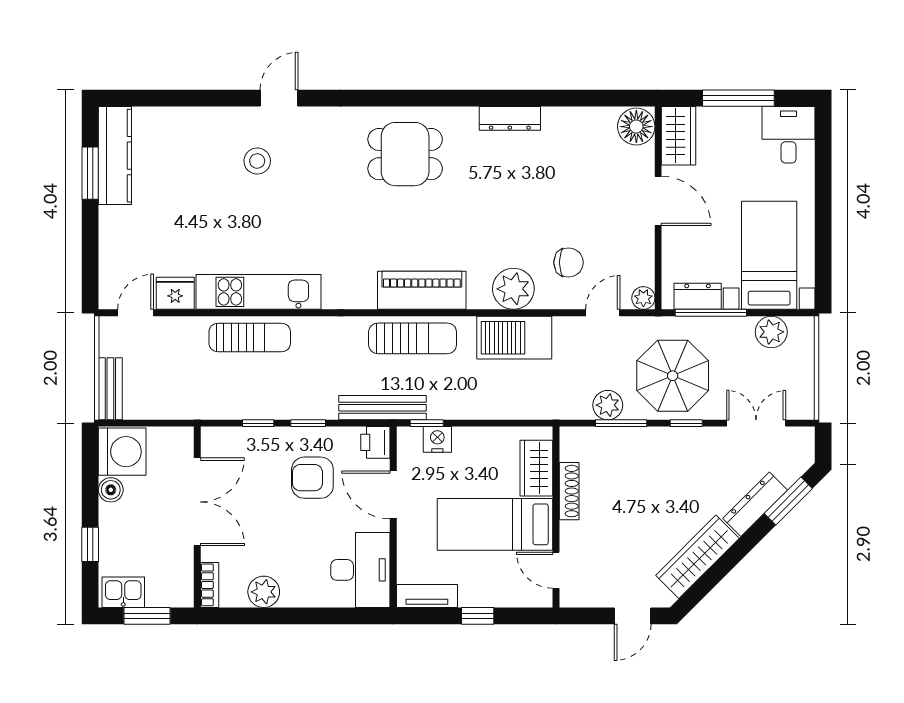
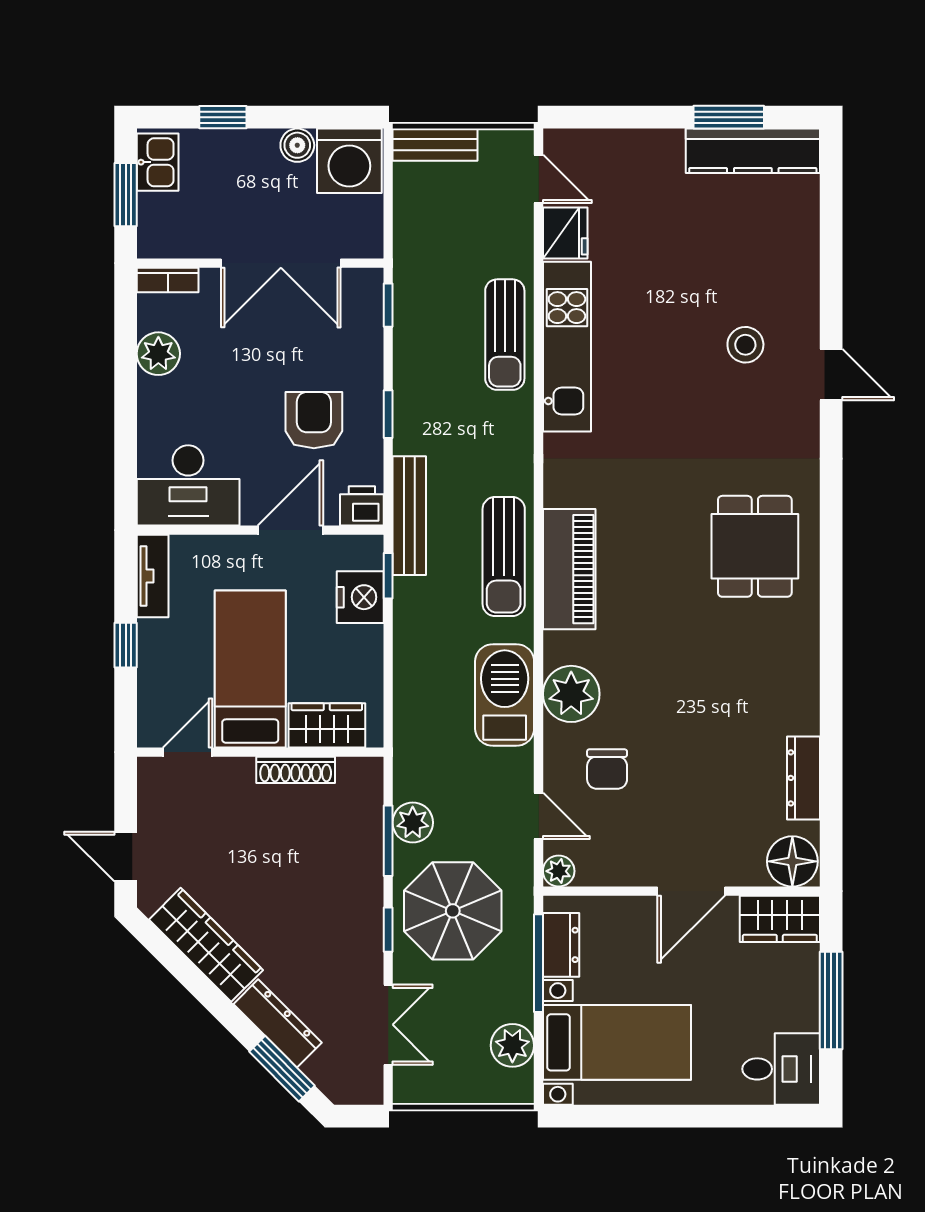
dresser: (510, 118) -> (804, 778), moved
window: (258, 423) -> (388, 305), moved
nightstand: (437, 439) -> (360, 597), width x1.36, depth x1.33

